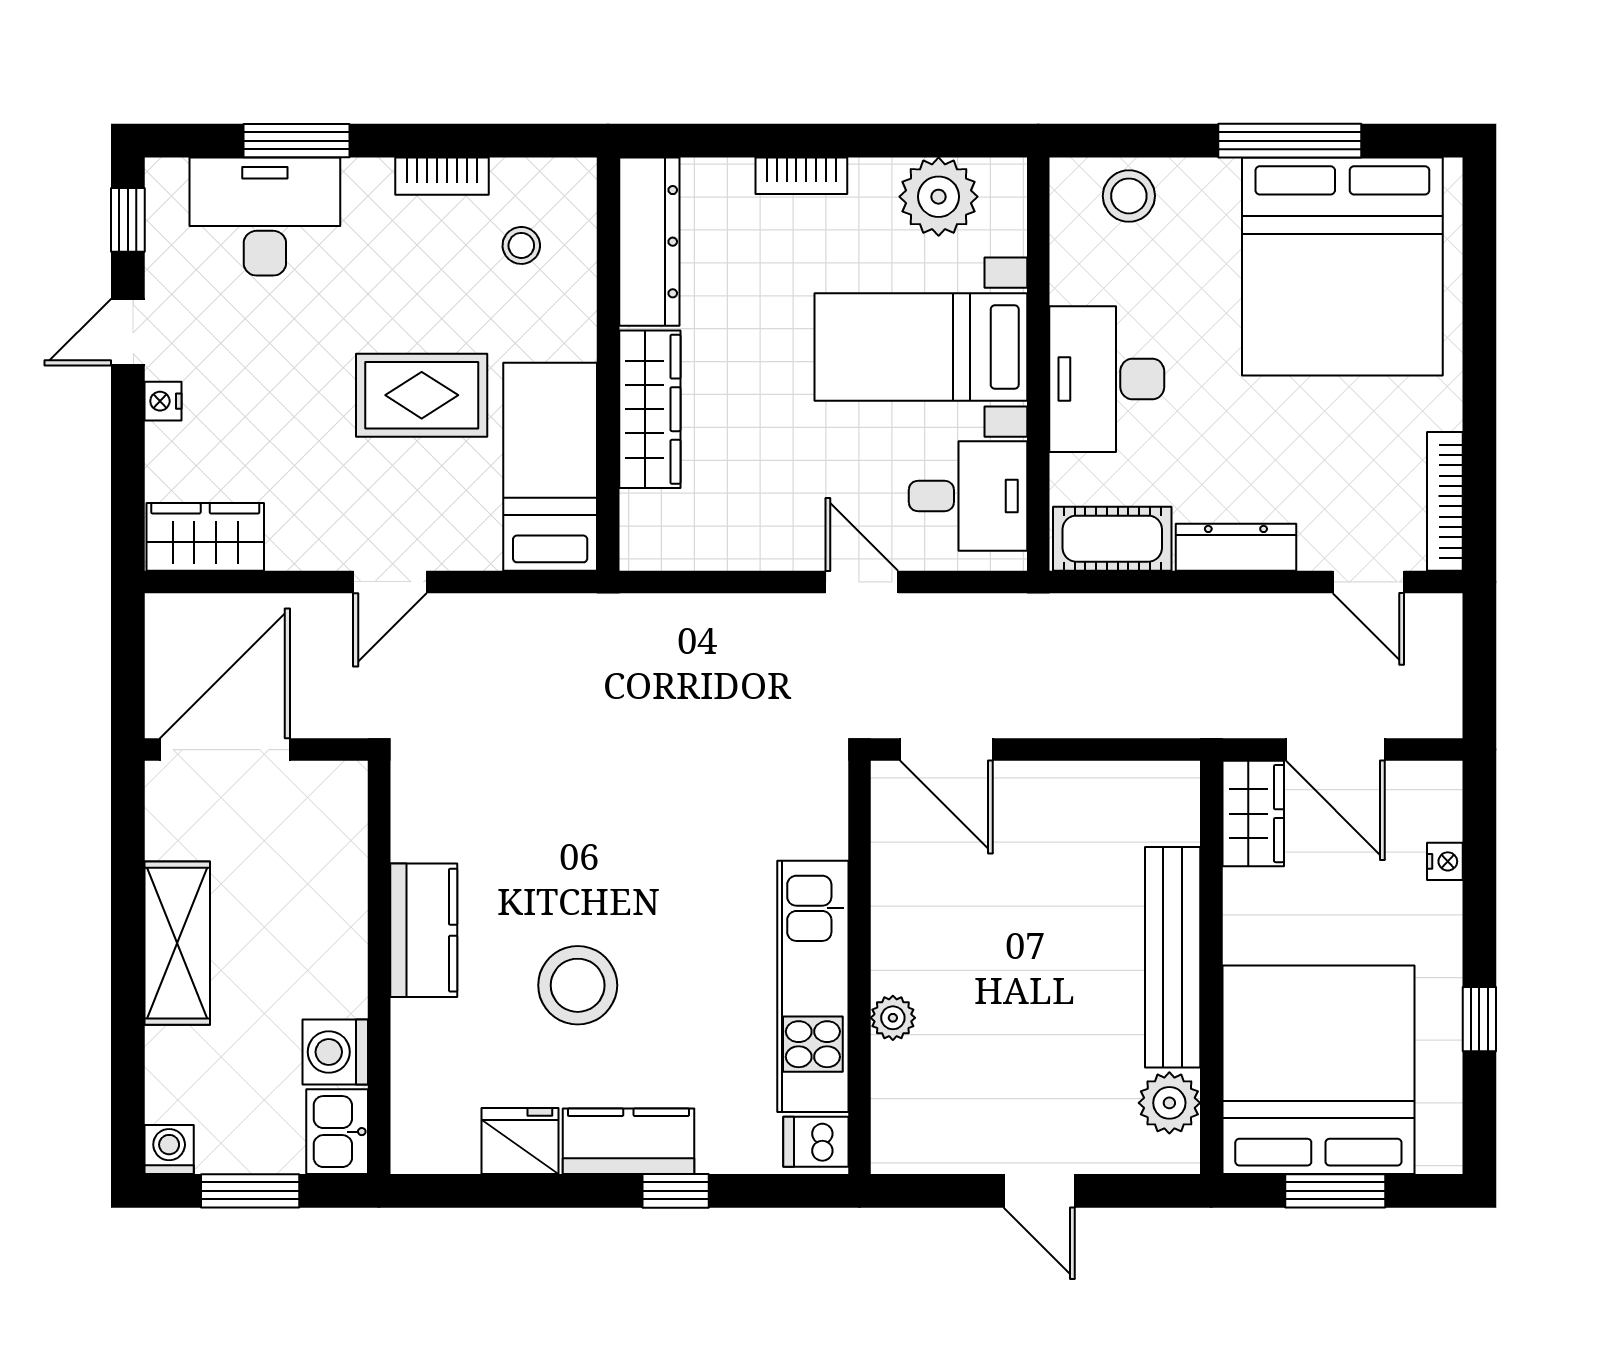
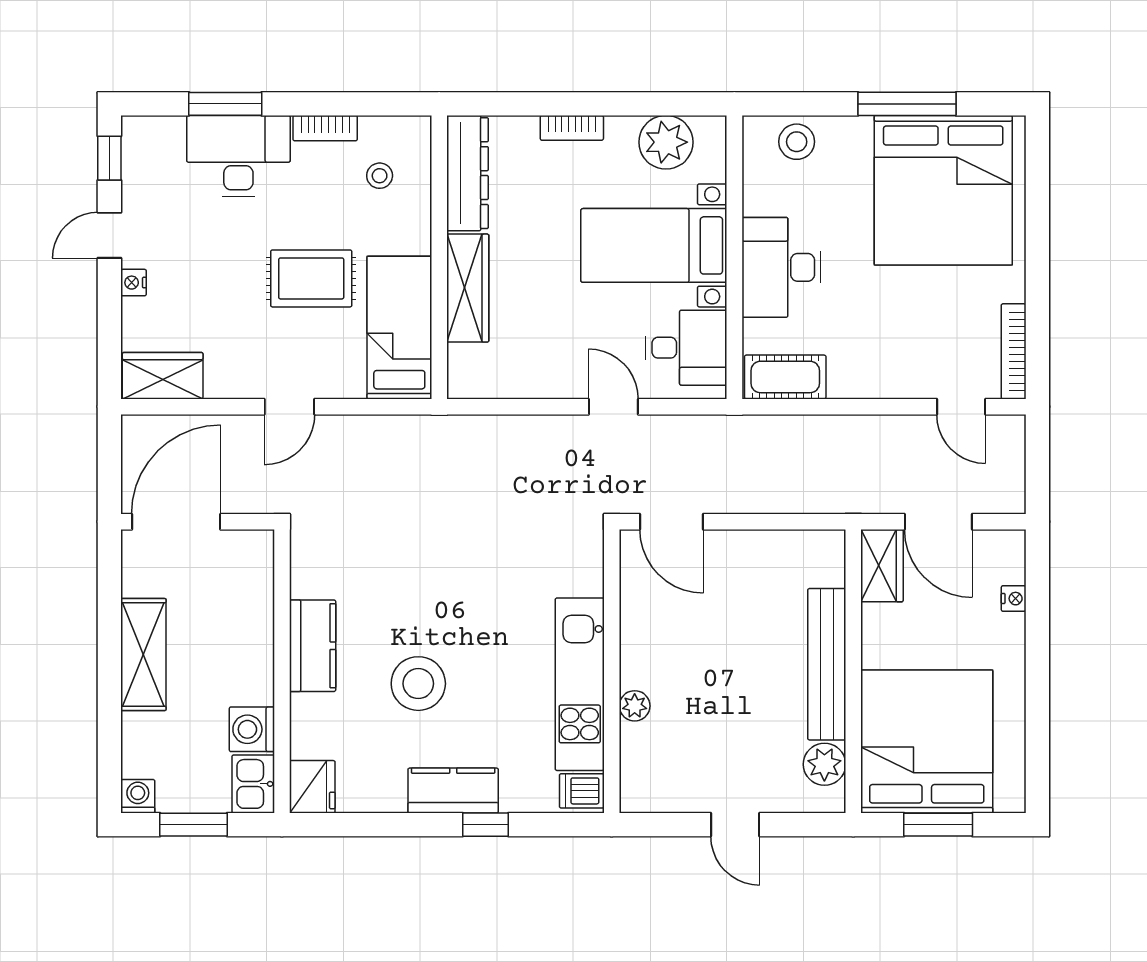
desk: (265, 217) -> (238, 156), moved
dresser: (1236, 547) -> (870, 383), removed
window: (1479, 1019) -> (1037, 707), removed
fridge: (520, 1141) -> (312, 787), moved, turned 90

